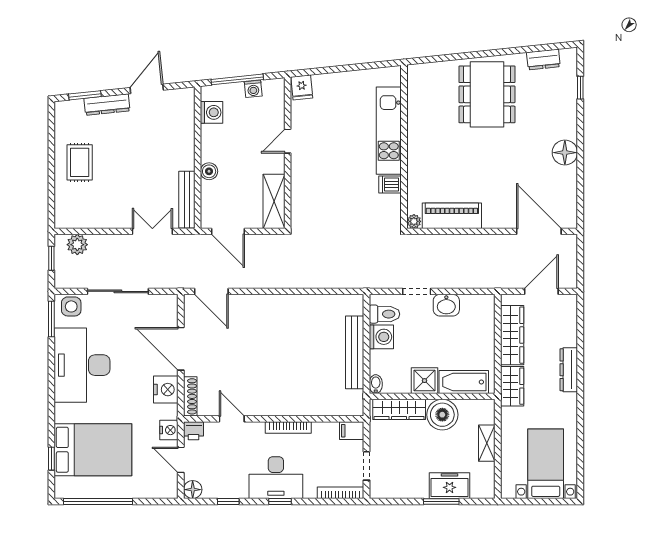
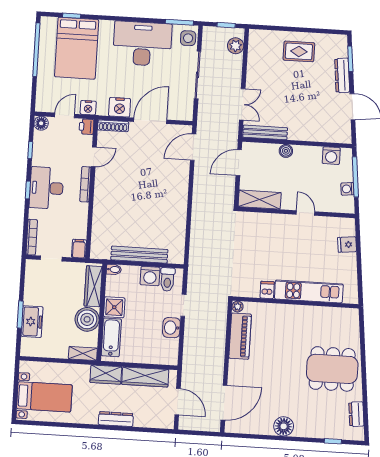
fridge: (302, 87) -> (347, 245), moved
bookcase: (288, 428) -> (85, 184), moved
shelving: (487, 443) -> (83, 354), moved

